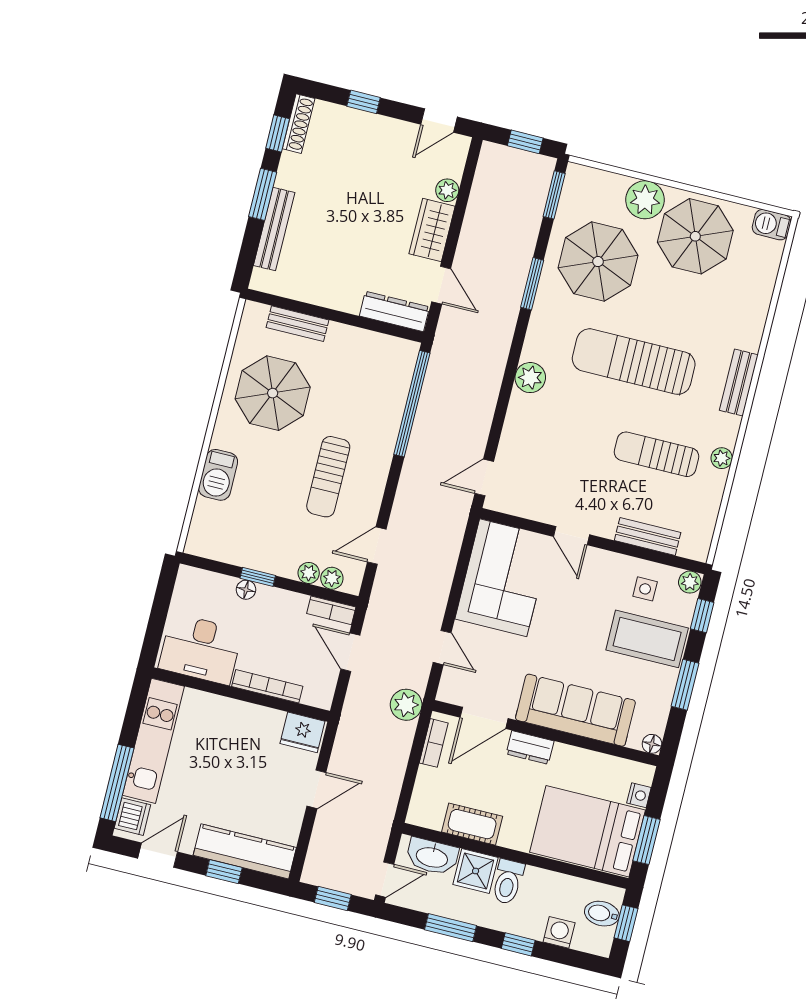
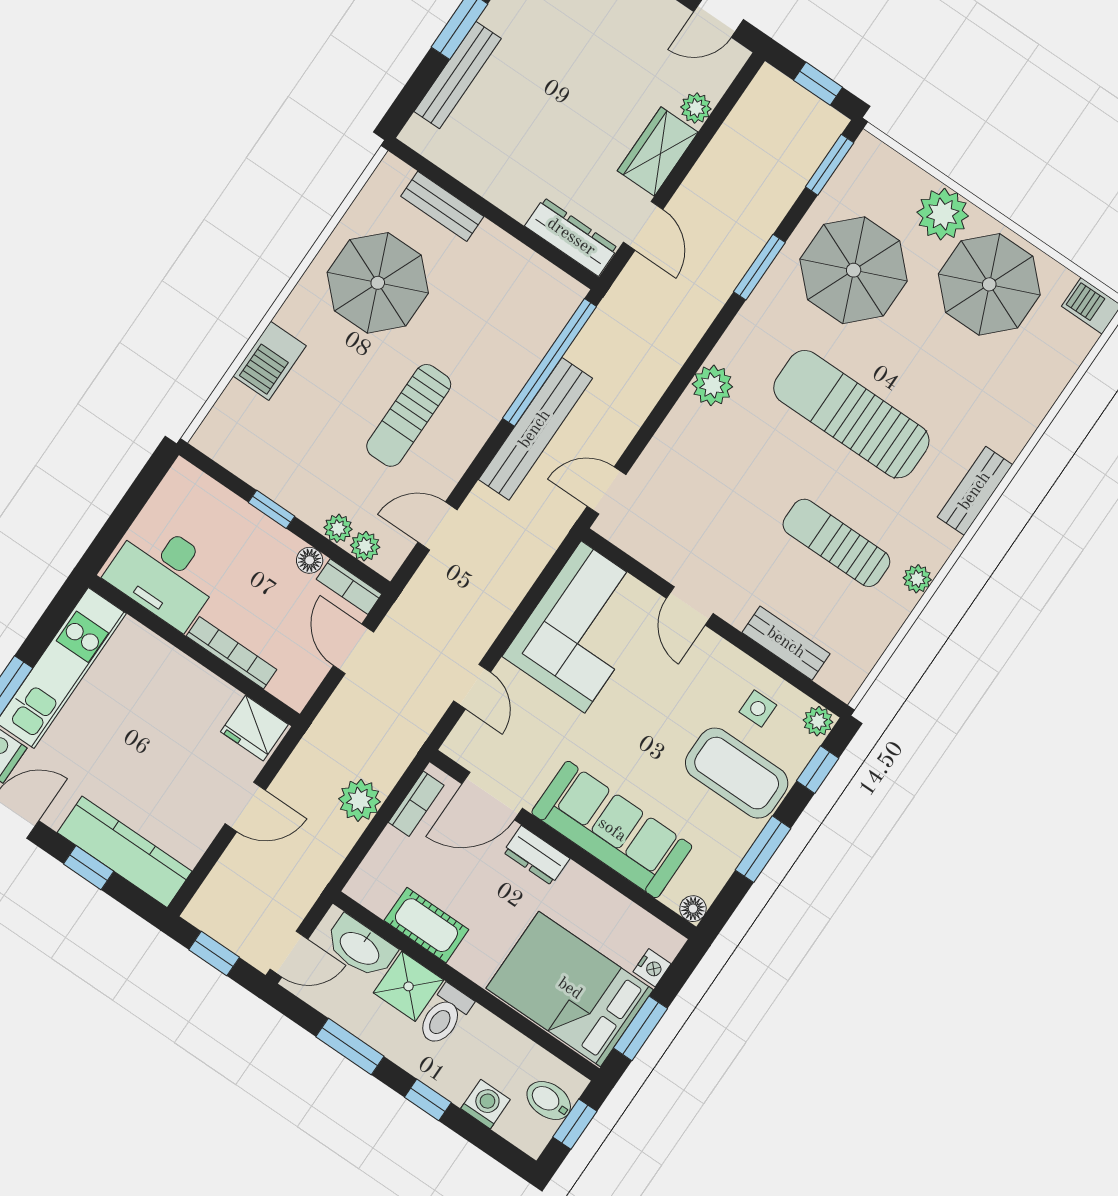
bench: (419, 453) -> (535, 429), added
floor lamp: (246, 590) -> (310, 560), moved
plant: (406, 705) -> (360, 800), moved

